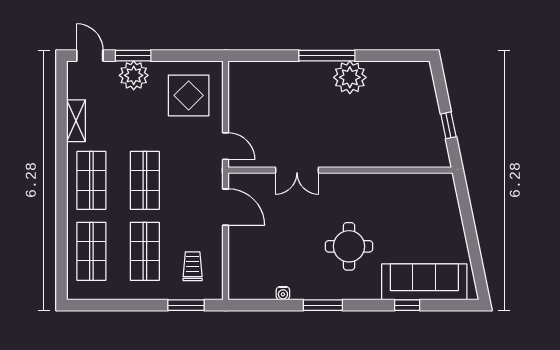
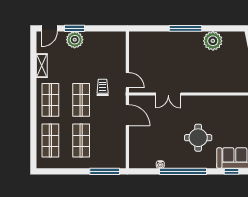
door: (90, 56) -> (50, 28), swing flipped
plant: (350, 77) -> (213, 41), moved
display table: (189, 95) -> (106, 51), removed
trolley: (193, 266) -> (103, 87), moved
window: (186, 305) -> (105, 171), width x1.44
window: (323, 305) -> (183, 171), width x2.11

